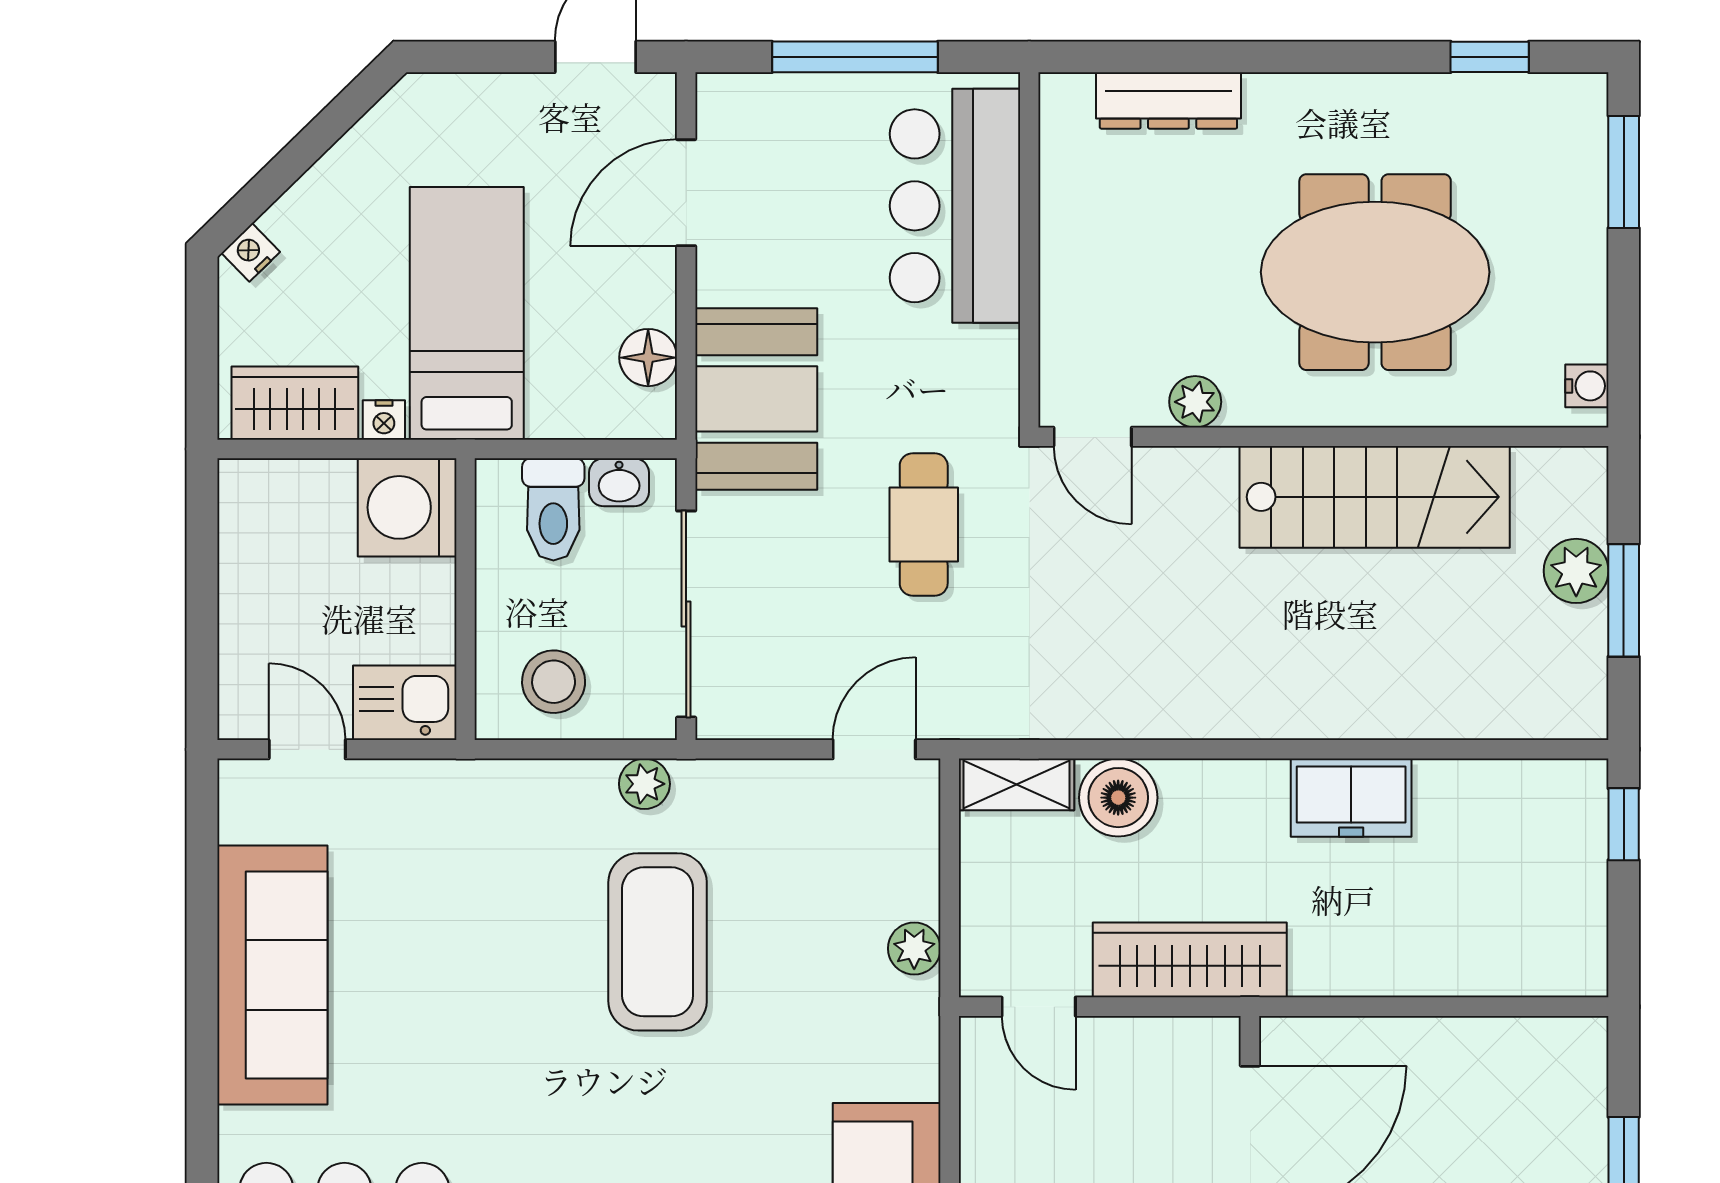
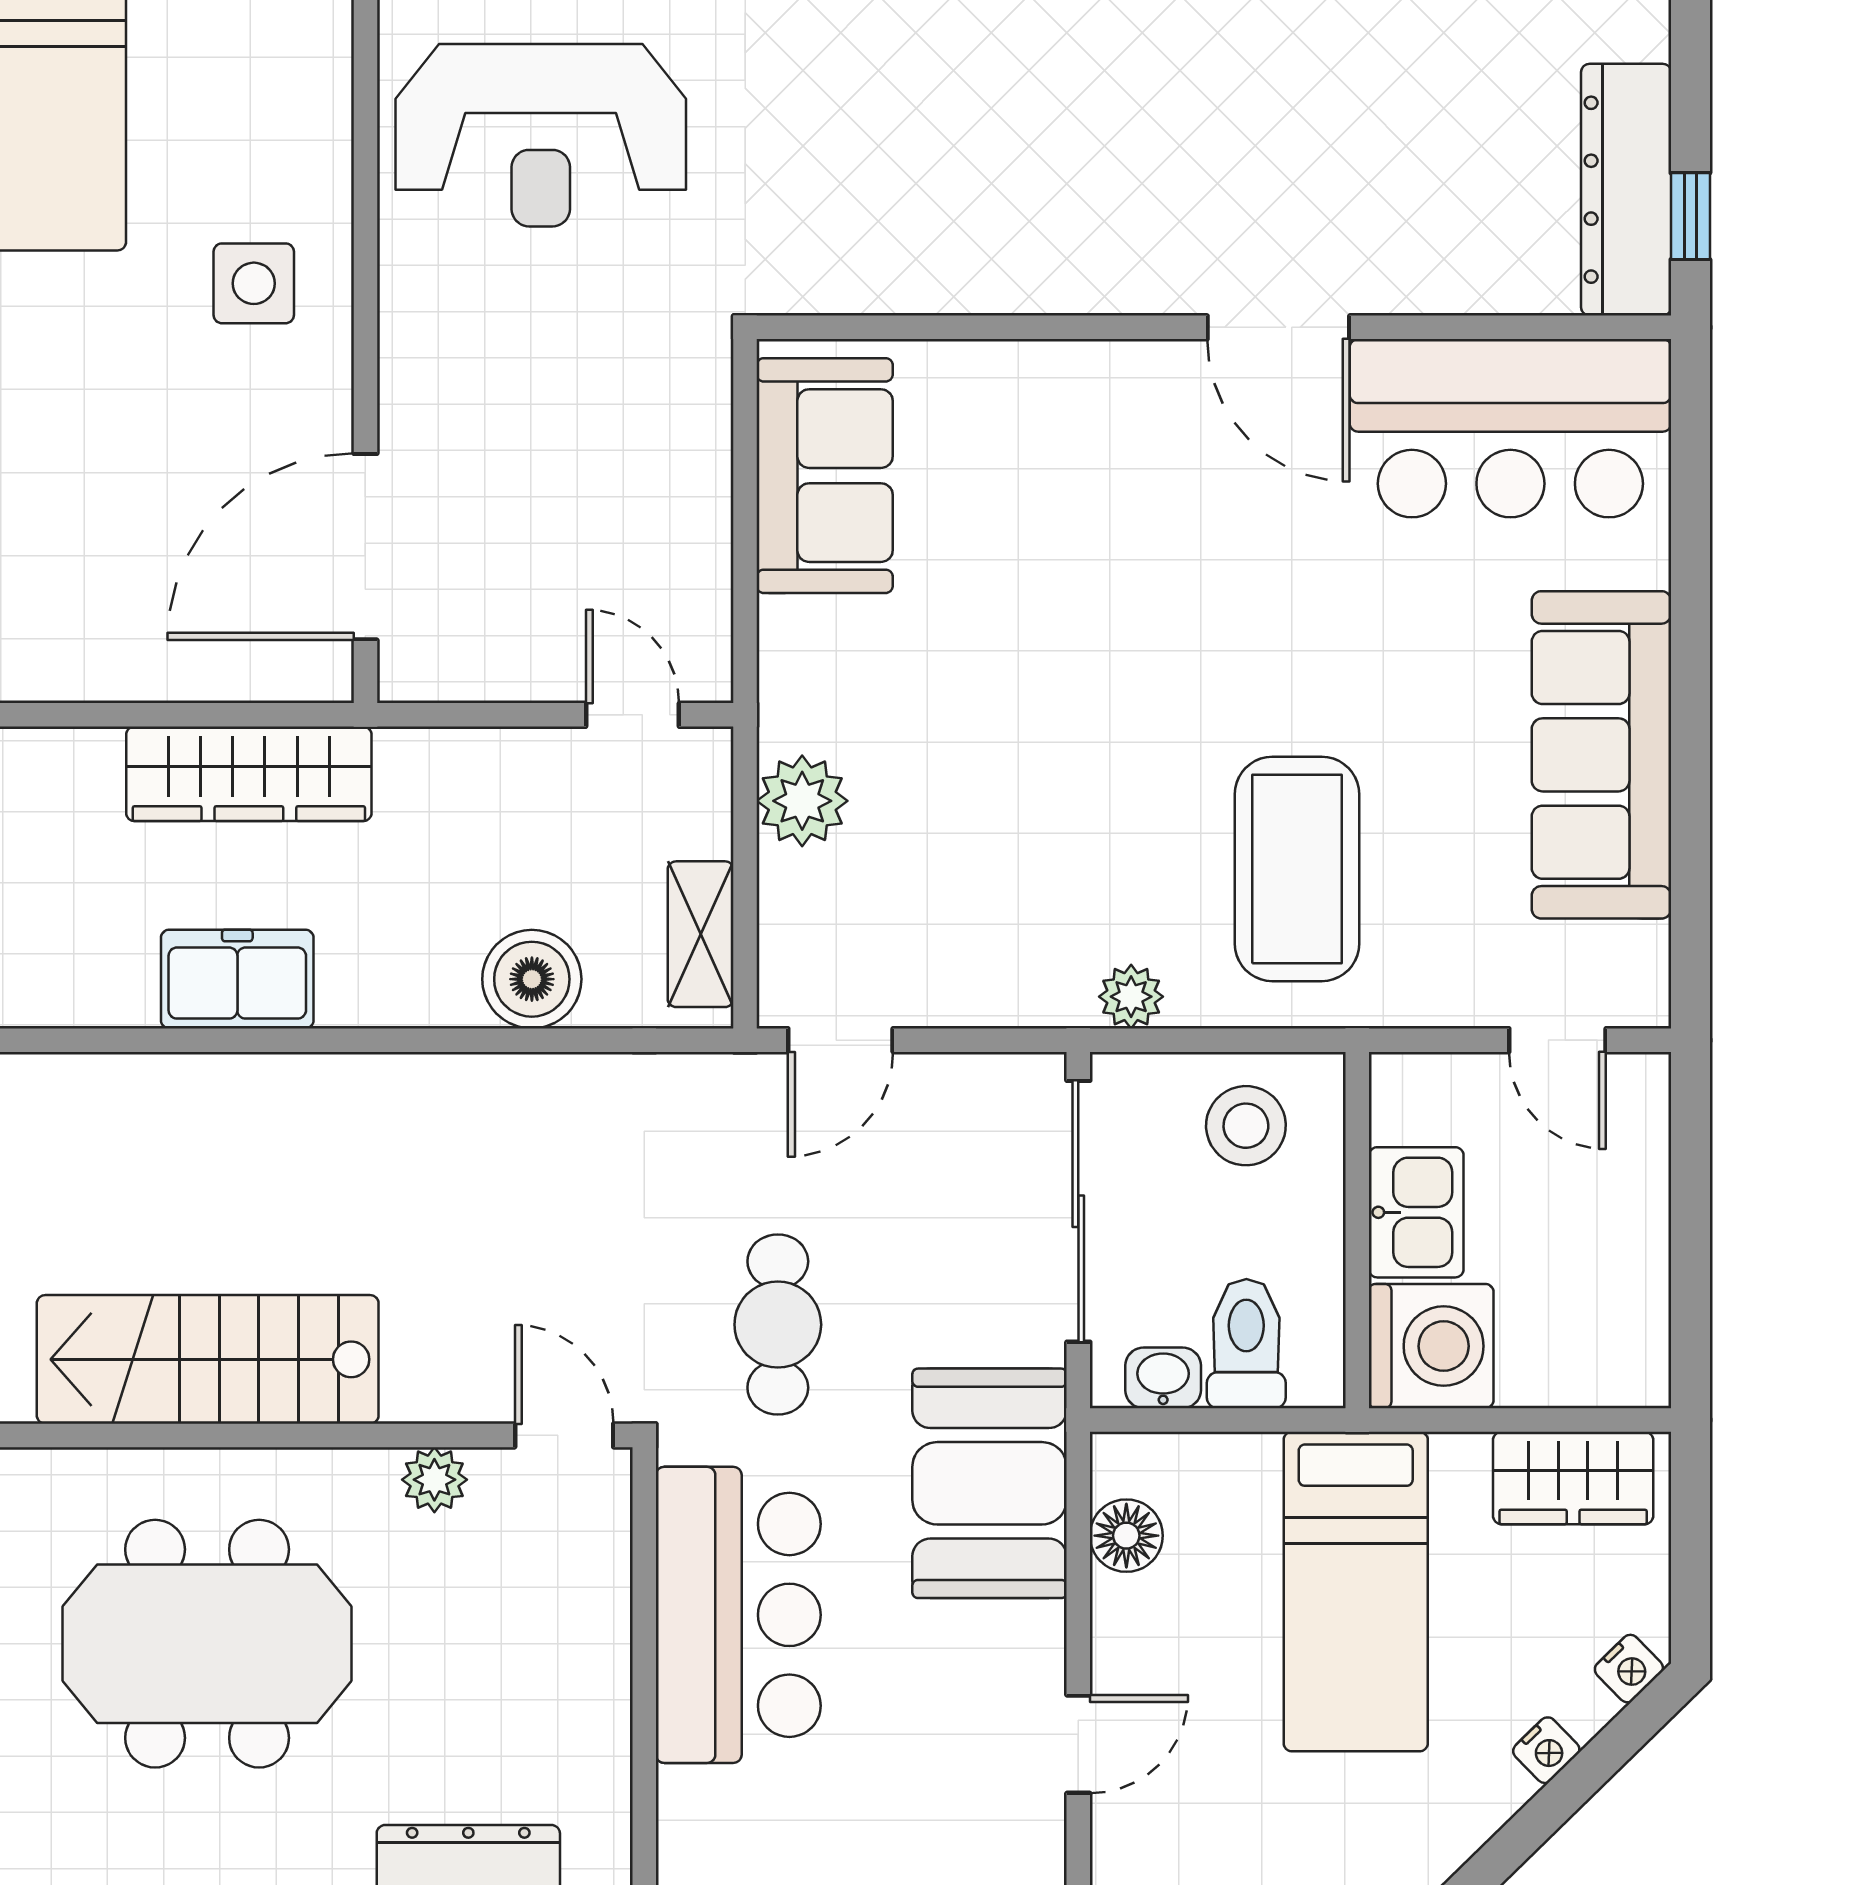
door: (686, 193) -> (1078, 1744), width x0.73
bar counter: (955, 206) -> (738, 1615), moved
nightstand: (384, 420) -> (1546, 1750), moved, turned 136
kitchen sink: (405, 703) -> (1416, 1212), moved, turned -90
shelving: (1017, 784) -> (701, 934), moved, turned 90
coffee table: (658, 942) -> (1297, 869), moved
plant: (914, 948) -> (802, 801), width x1.38, depth x1.38
wardrobe: (1190, 960) -> (249, 774), moved

